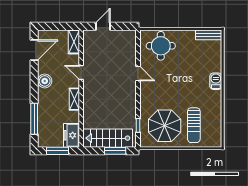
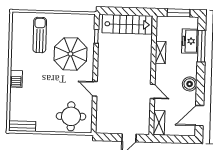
shelving: (74, 99) -> (160, 52), moved
parasol: (165, 126) -> (70, 54), moved
freezer: (71, 135) -> (190, 41), moved, turned 180
window: (115, 151) -> (120, 11), removed

